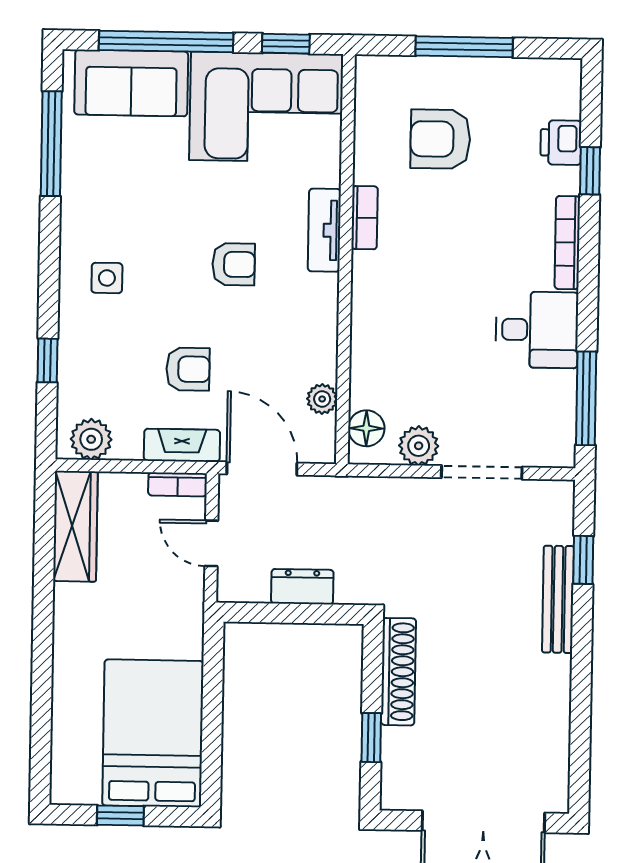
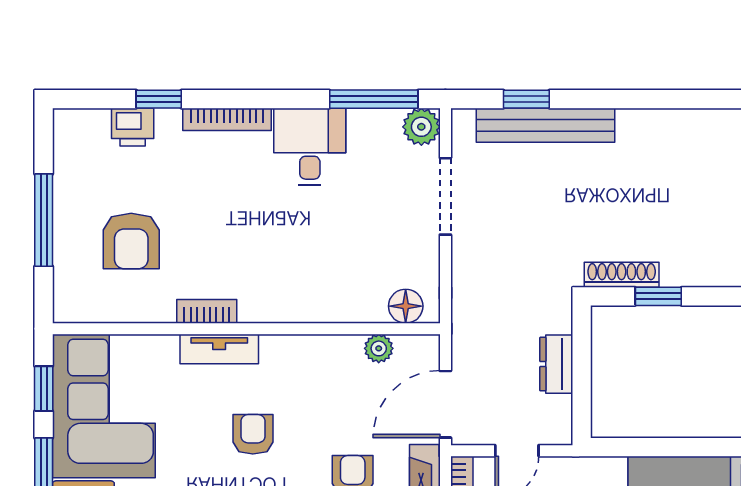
plant: (419, 446) -> (421, 127), moved
bench: (558, 599) -> (545, 125), width x1.37, depth x1.21
shoe rack: (399, 672) -> (622, 275), width x0.74, depth x0.81
window: (371, 738) -> (658, 296), moved

